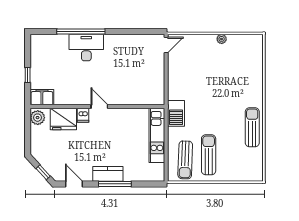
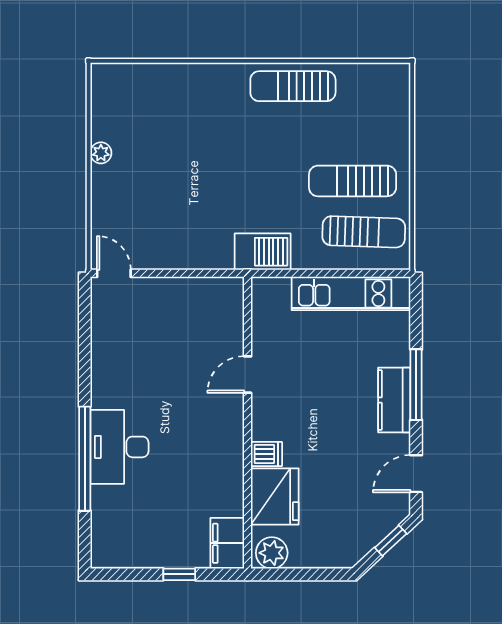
door: (99, 106) -> (248, 375), moved
kitchen unit: (157, 135) -> (351, 293), moved

